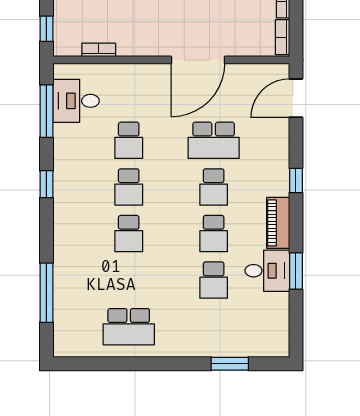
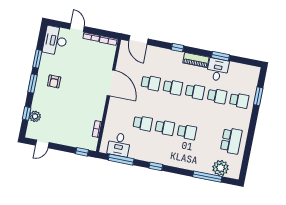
school desk: (214, 140) -> (151, 83), width x0.54
plant: (69, 316) -> (221, 168), added
school desk: (214, 327) -> (239, 100), added

